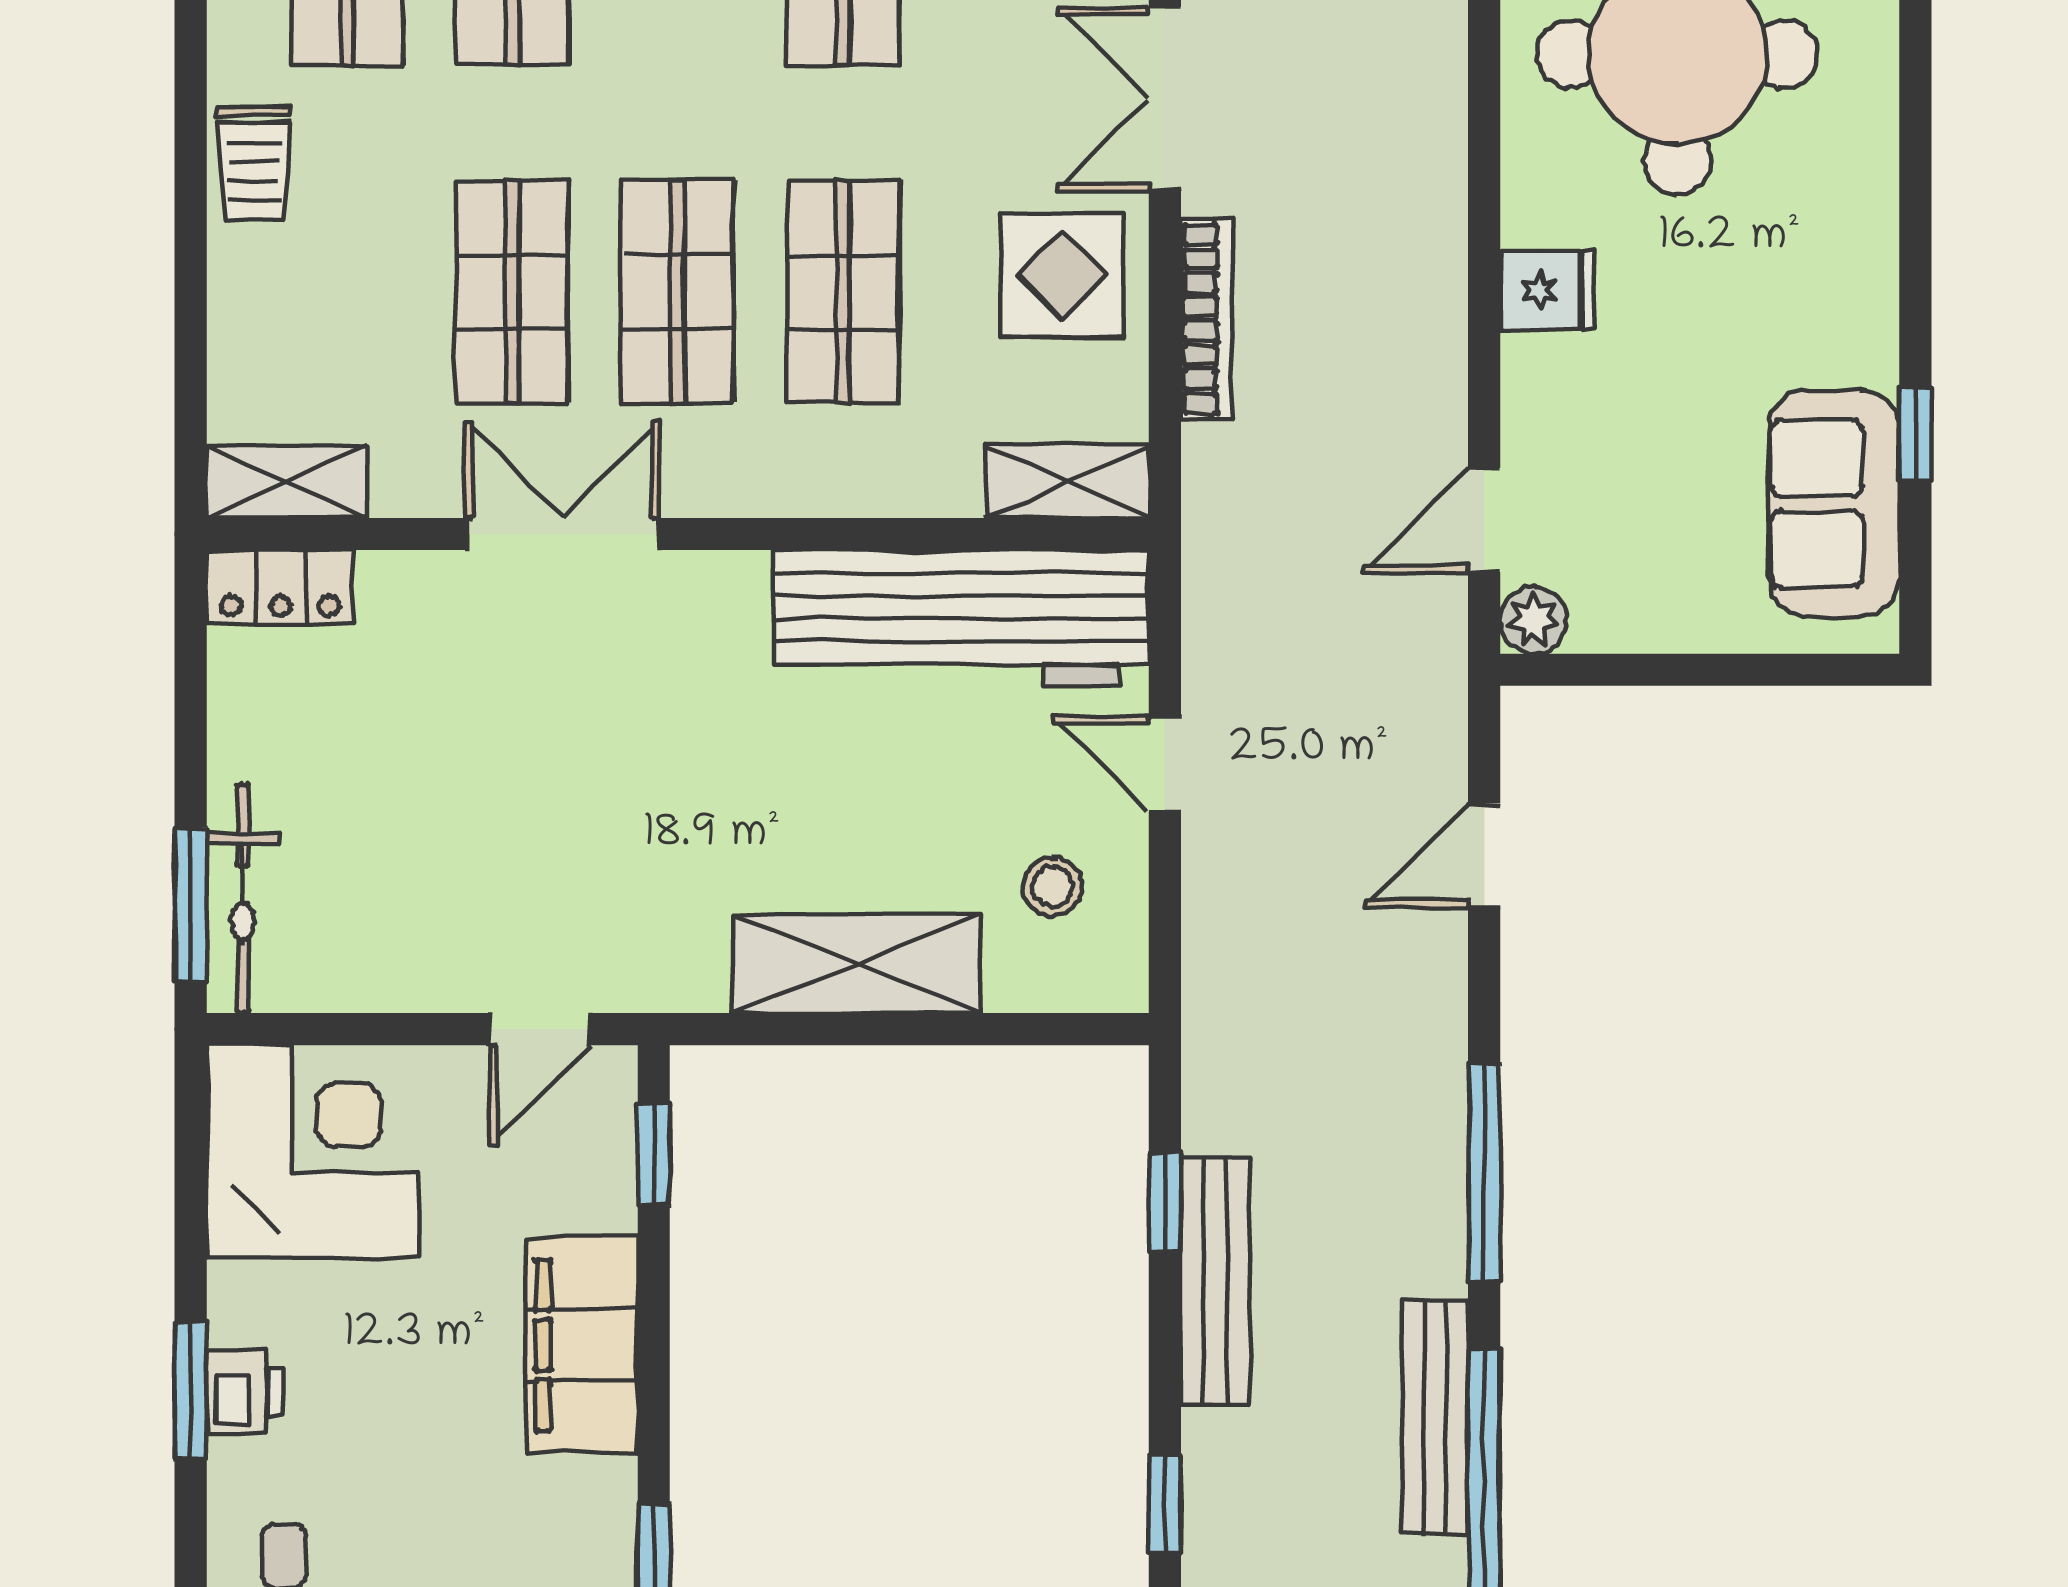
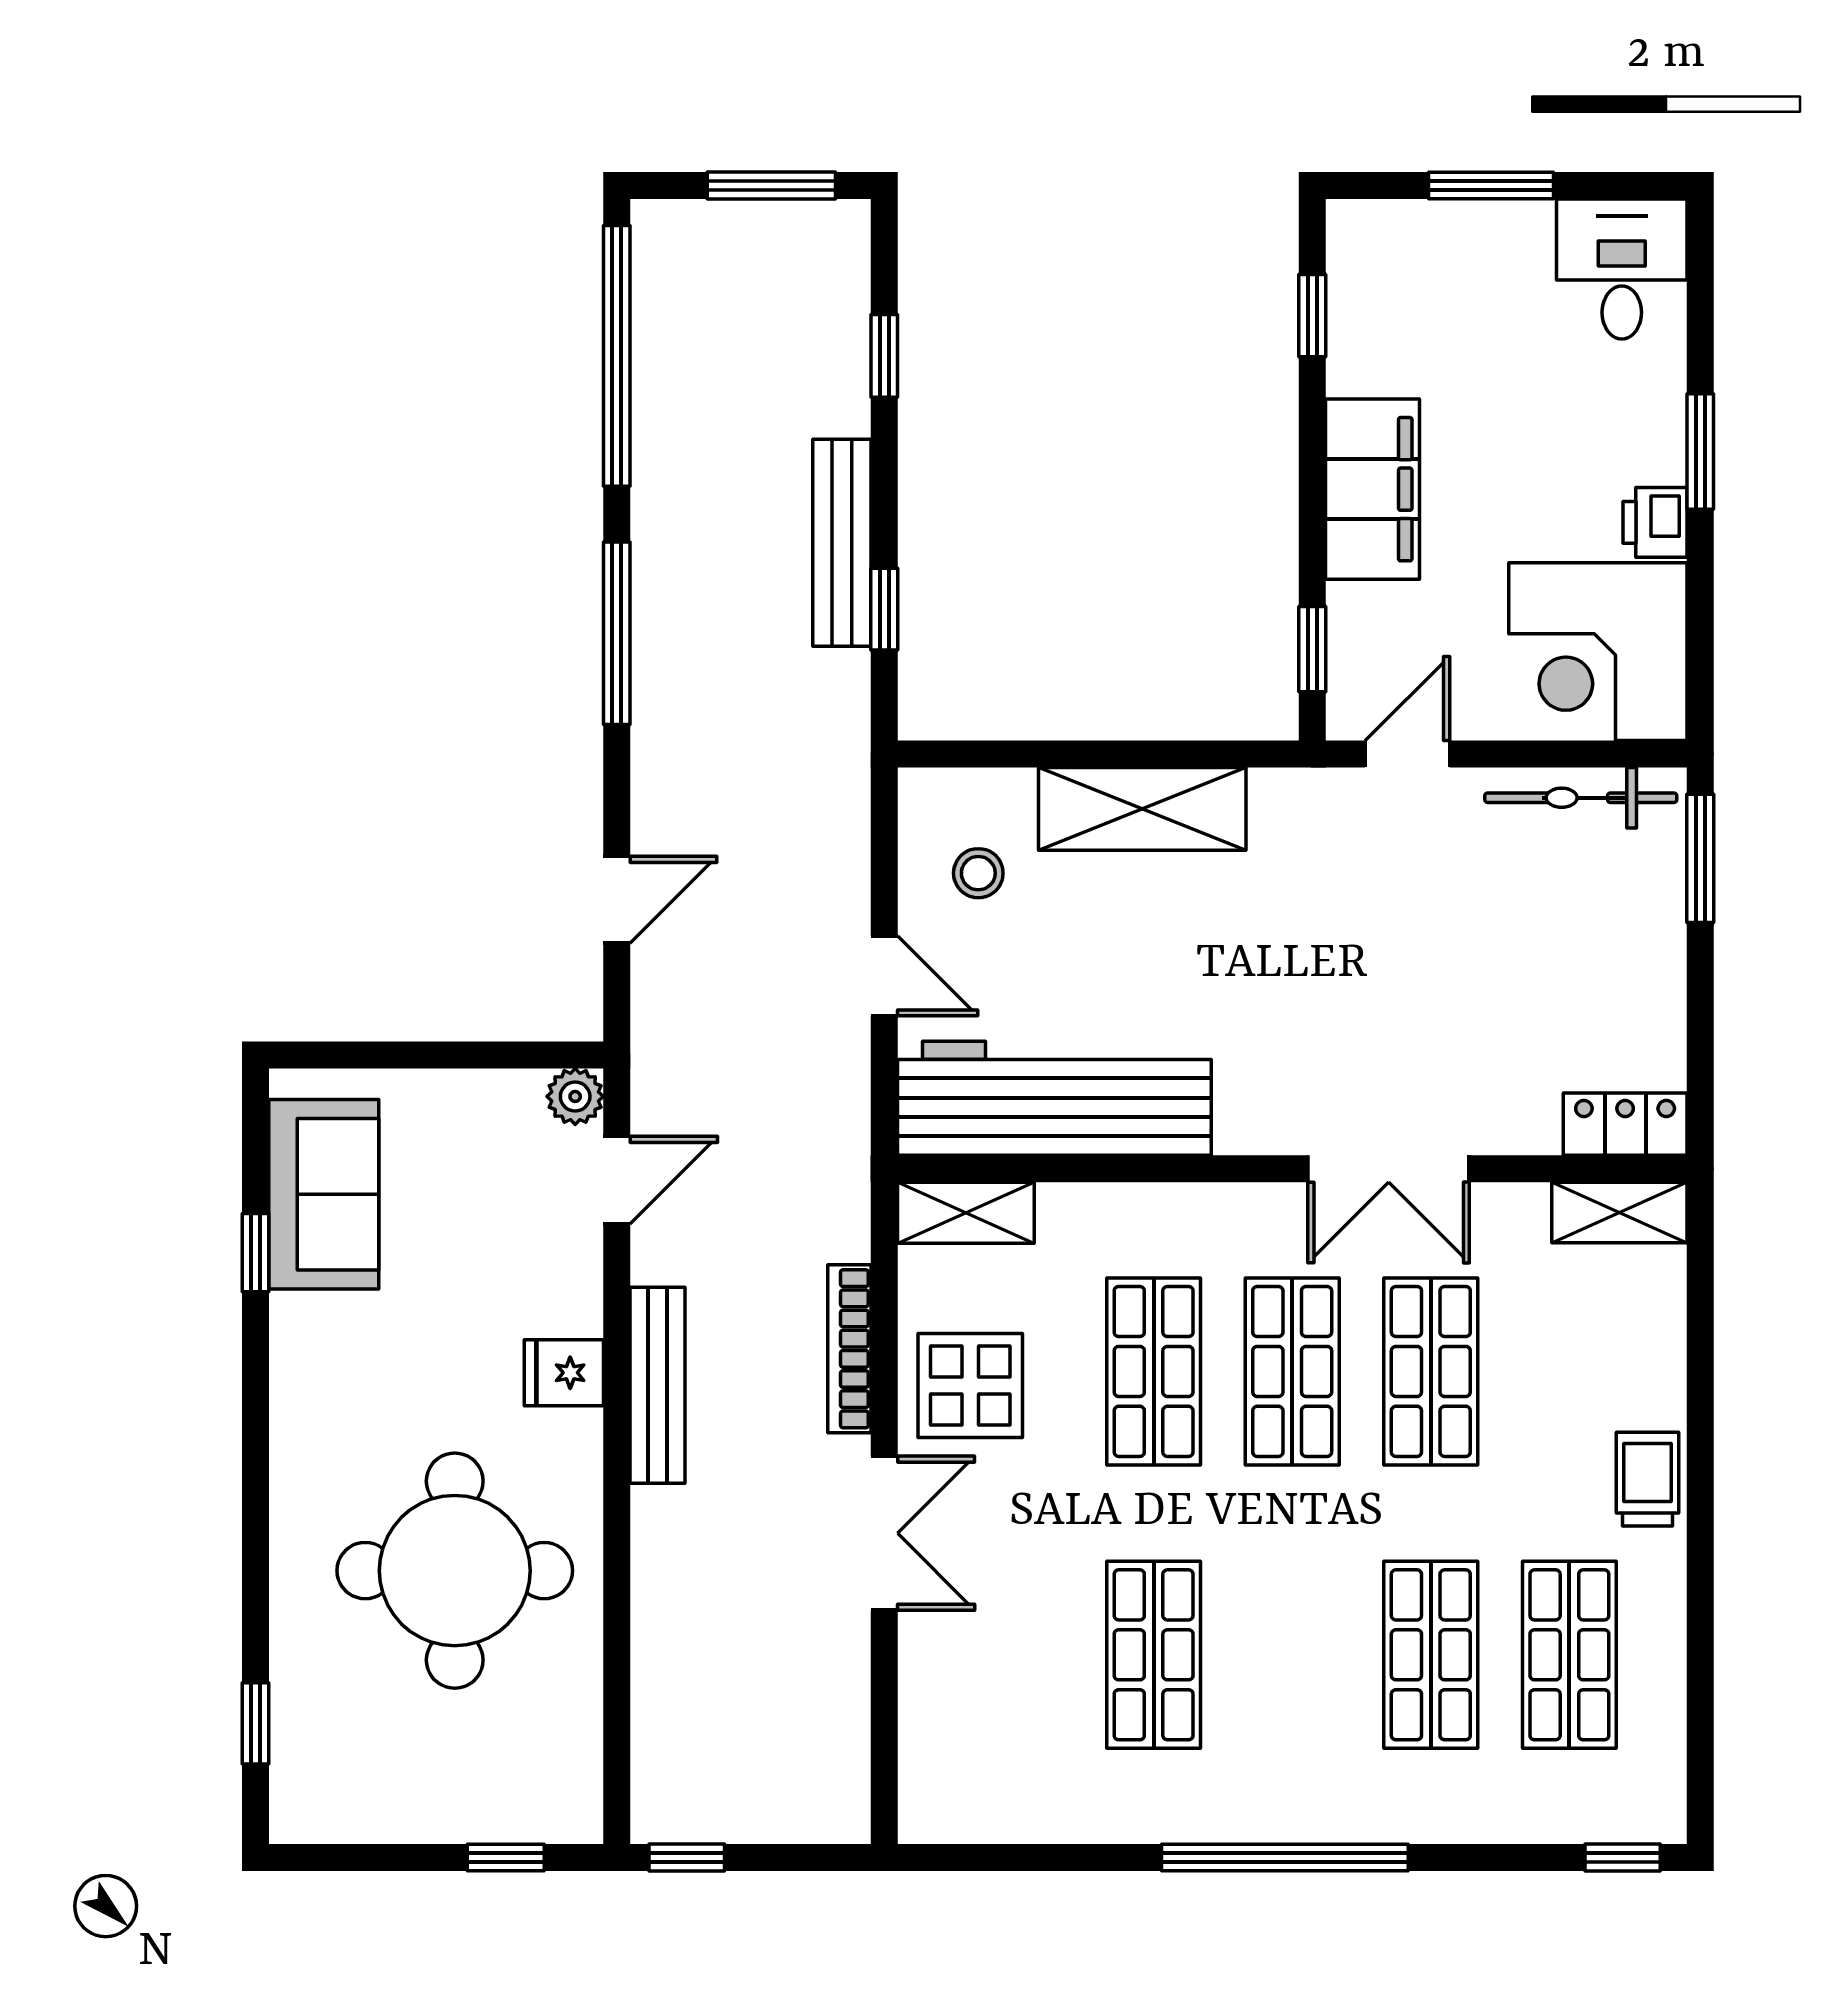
bicycle: (243, 899) -> (1581, 798), moved, turned -90
printer: (245, 1393) -> (1655, 522), moved
bench: (1435, 1417) -> (658, 1385), moved

